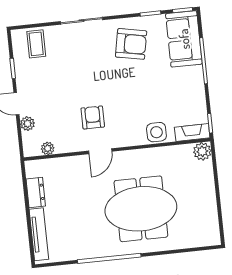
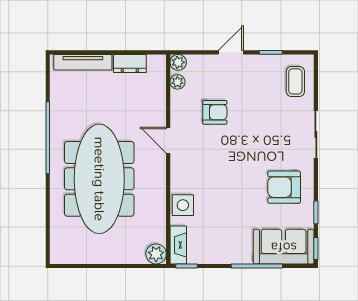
coffee table: (36, 44) -> (295, 81), turned 90
armchair: (131, 44) -> (284, 187), turned 79
armchair: (93, 117) -> (215, 112), moved
plant: (27, 124) -> (178, 62), moved
meeting table: (141, 209) -> (99, 179), width x1.36

